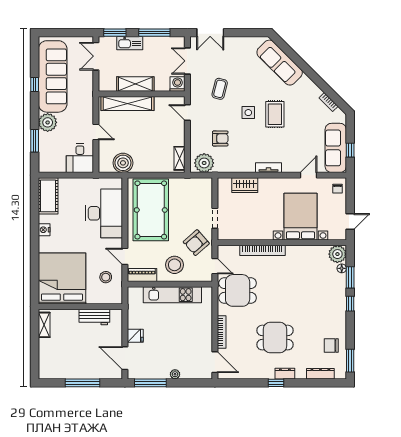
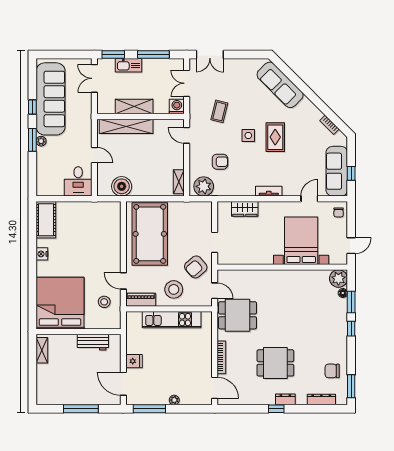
plant: (48, 122) -> (41, 141), width x0.53, depth x0.53
window: (35, 141) -> (32, 140), moved
desk: (104, 213) -> (102, 237), removed
bookcase: (262, 250) -> (263, 275), removed

